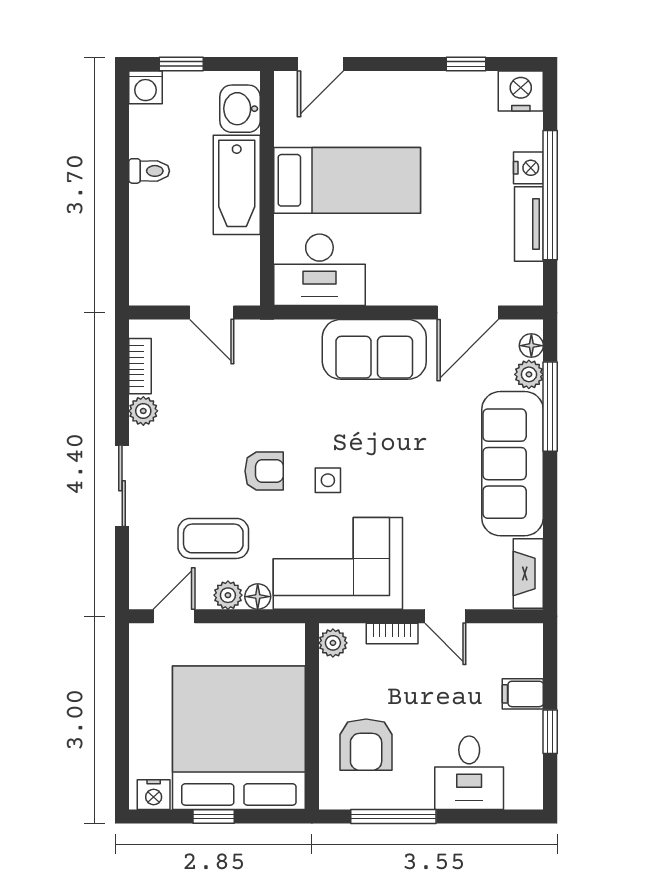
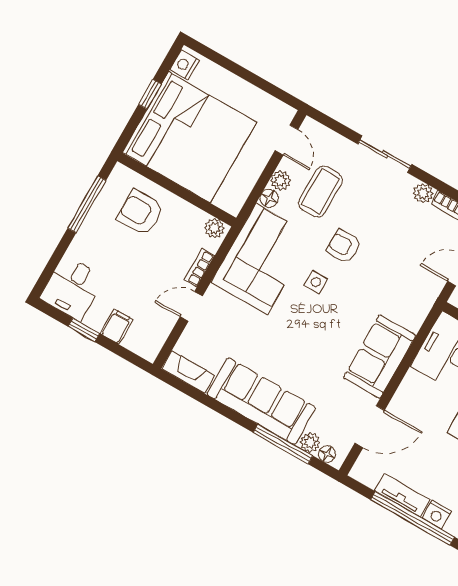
door: (468, 312) -> (370, 427), swing flipped
armchair: (264, 471) -> (344, 246), turned 90
desk: (469, 773) -> (72, 288), moved, turned -90

